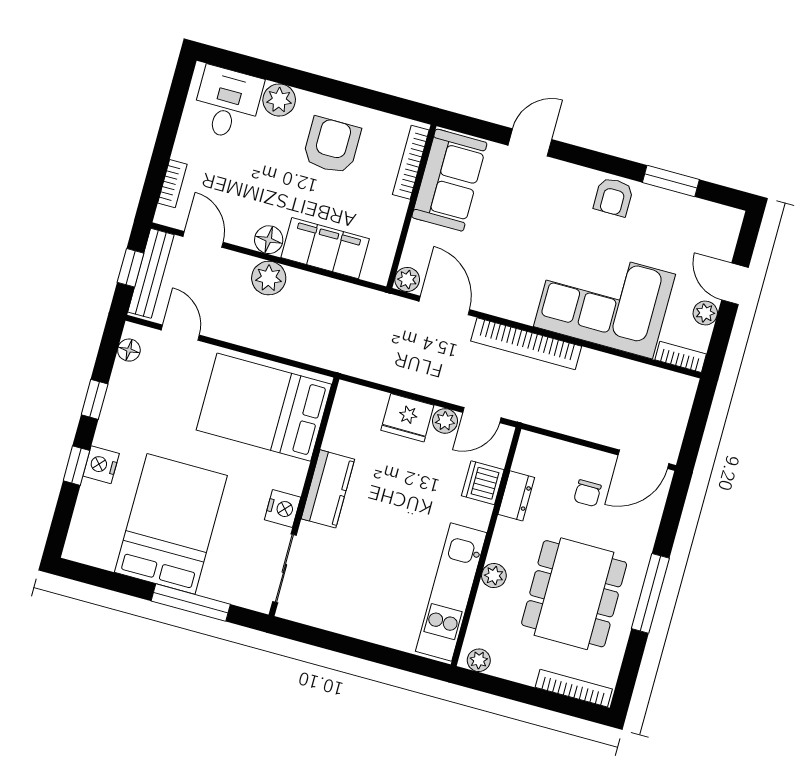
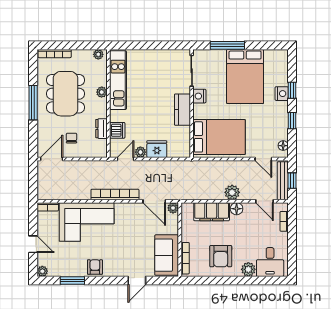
plant: (705, 313) -> (42, 271), moved

